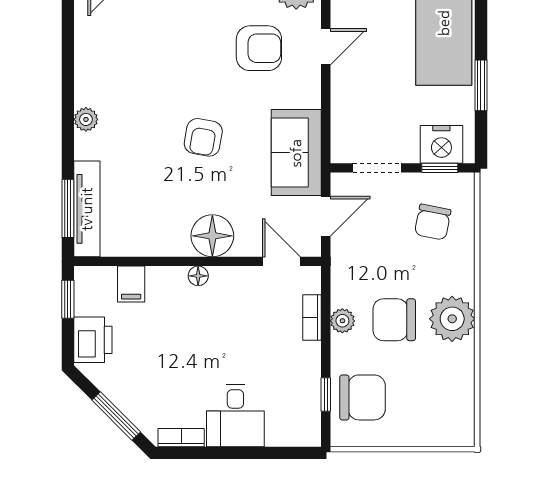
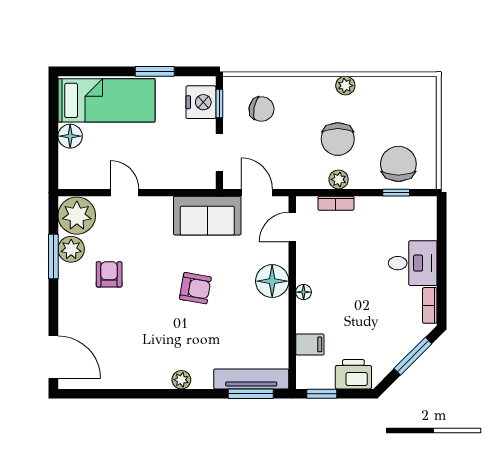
armchair: (259, 48) -> (109, 274), moved, width x0.72, depth x0.72
plant: (452, 319) -> (345, 86), width x0.53, depth x0.53

